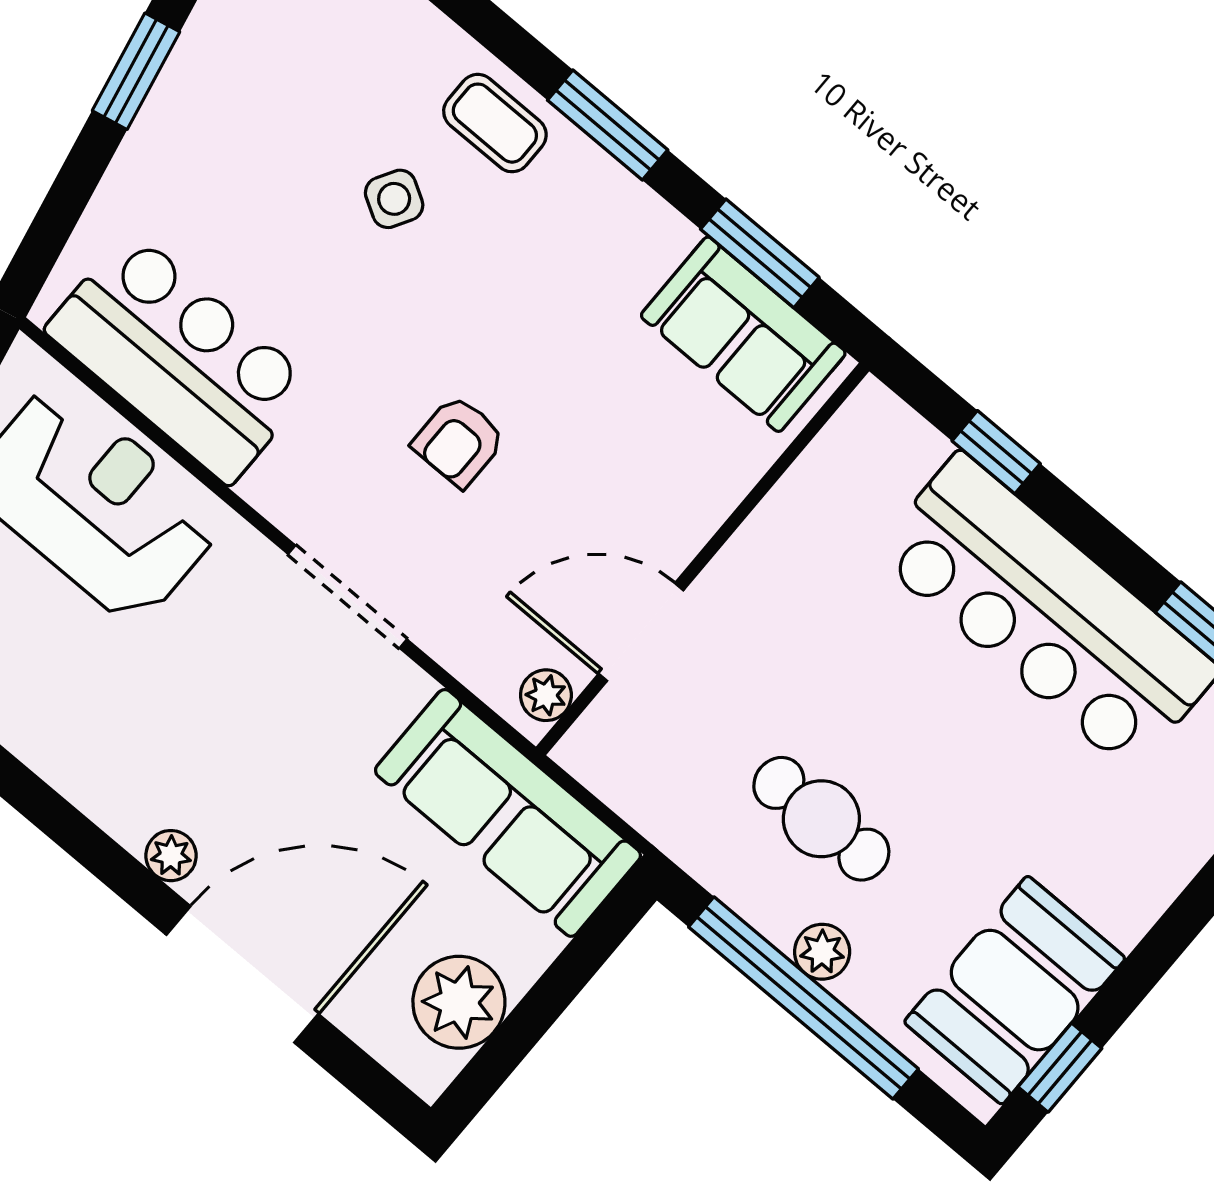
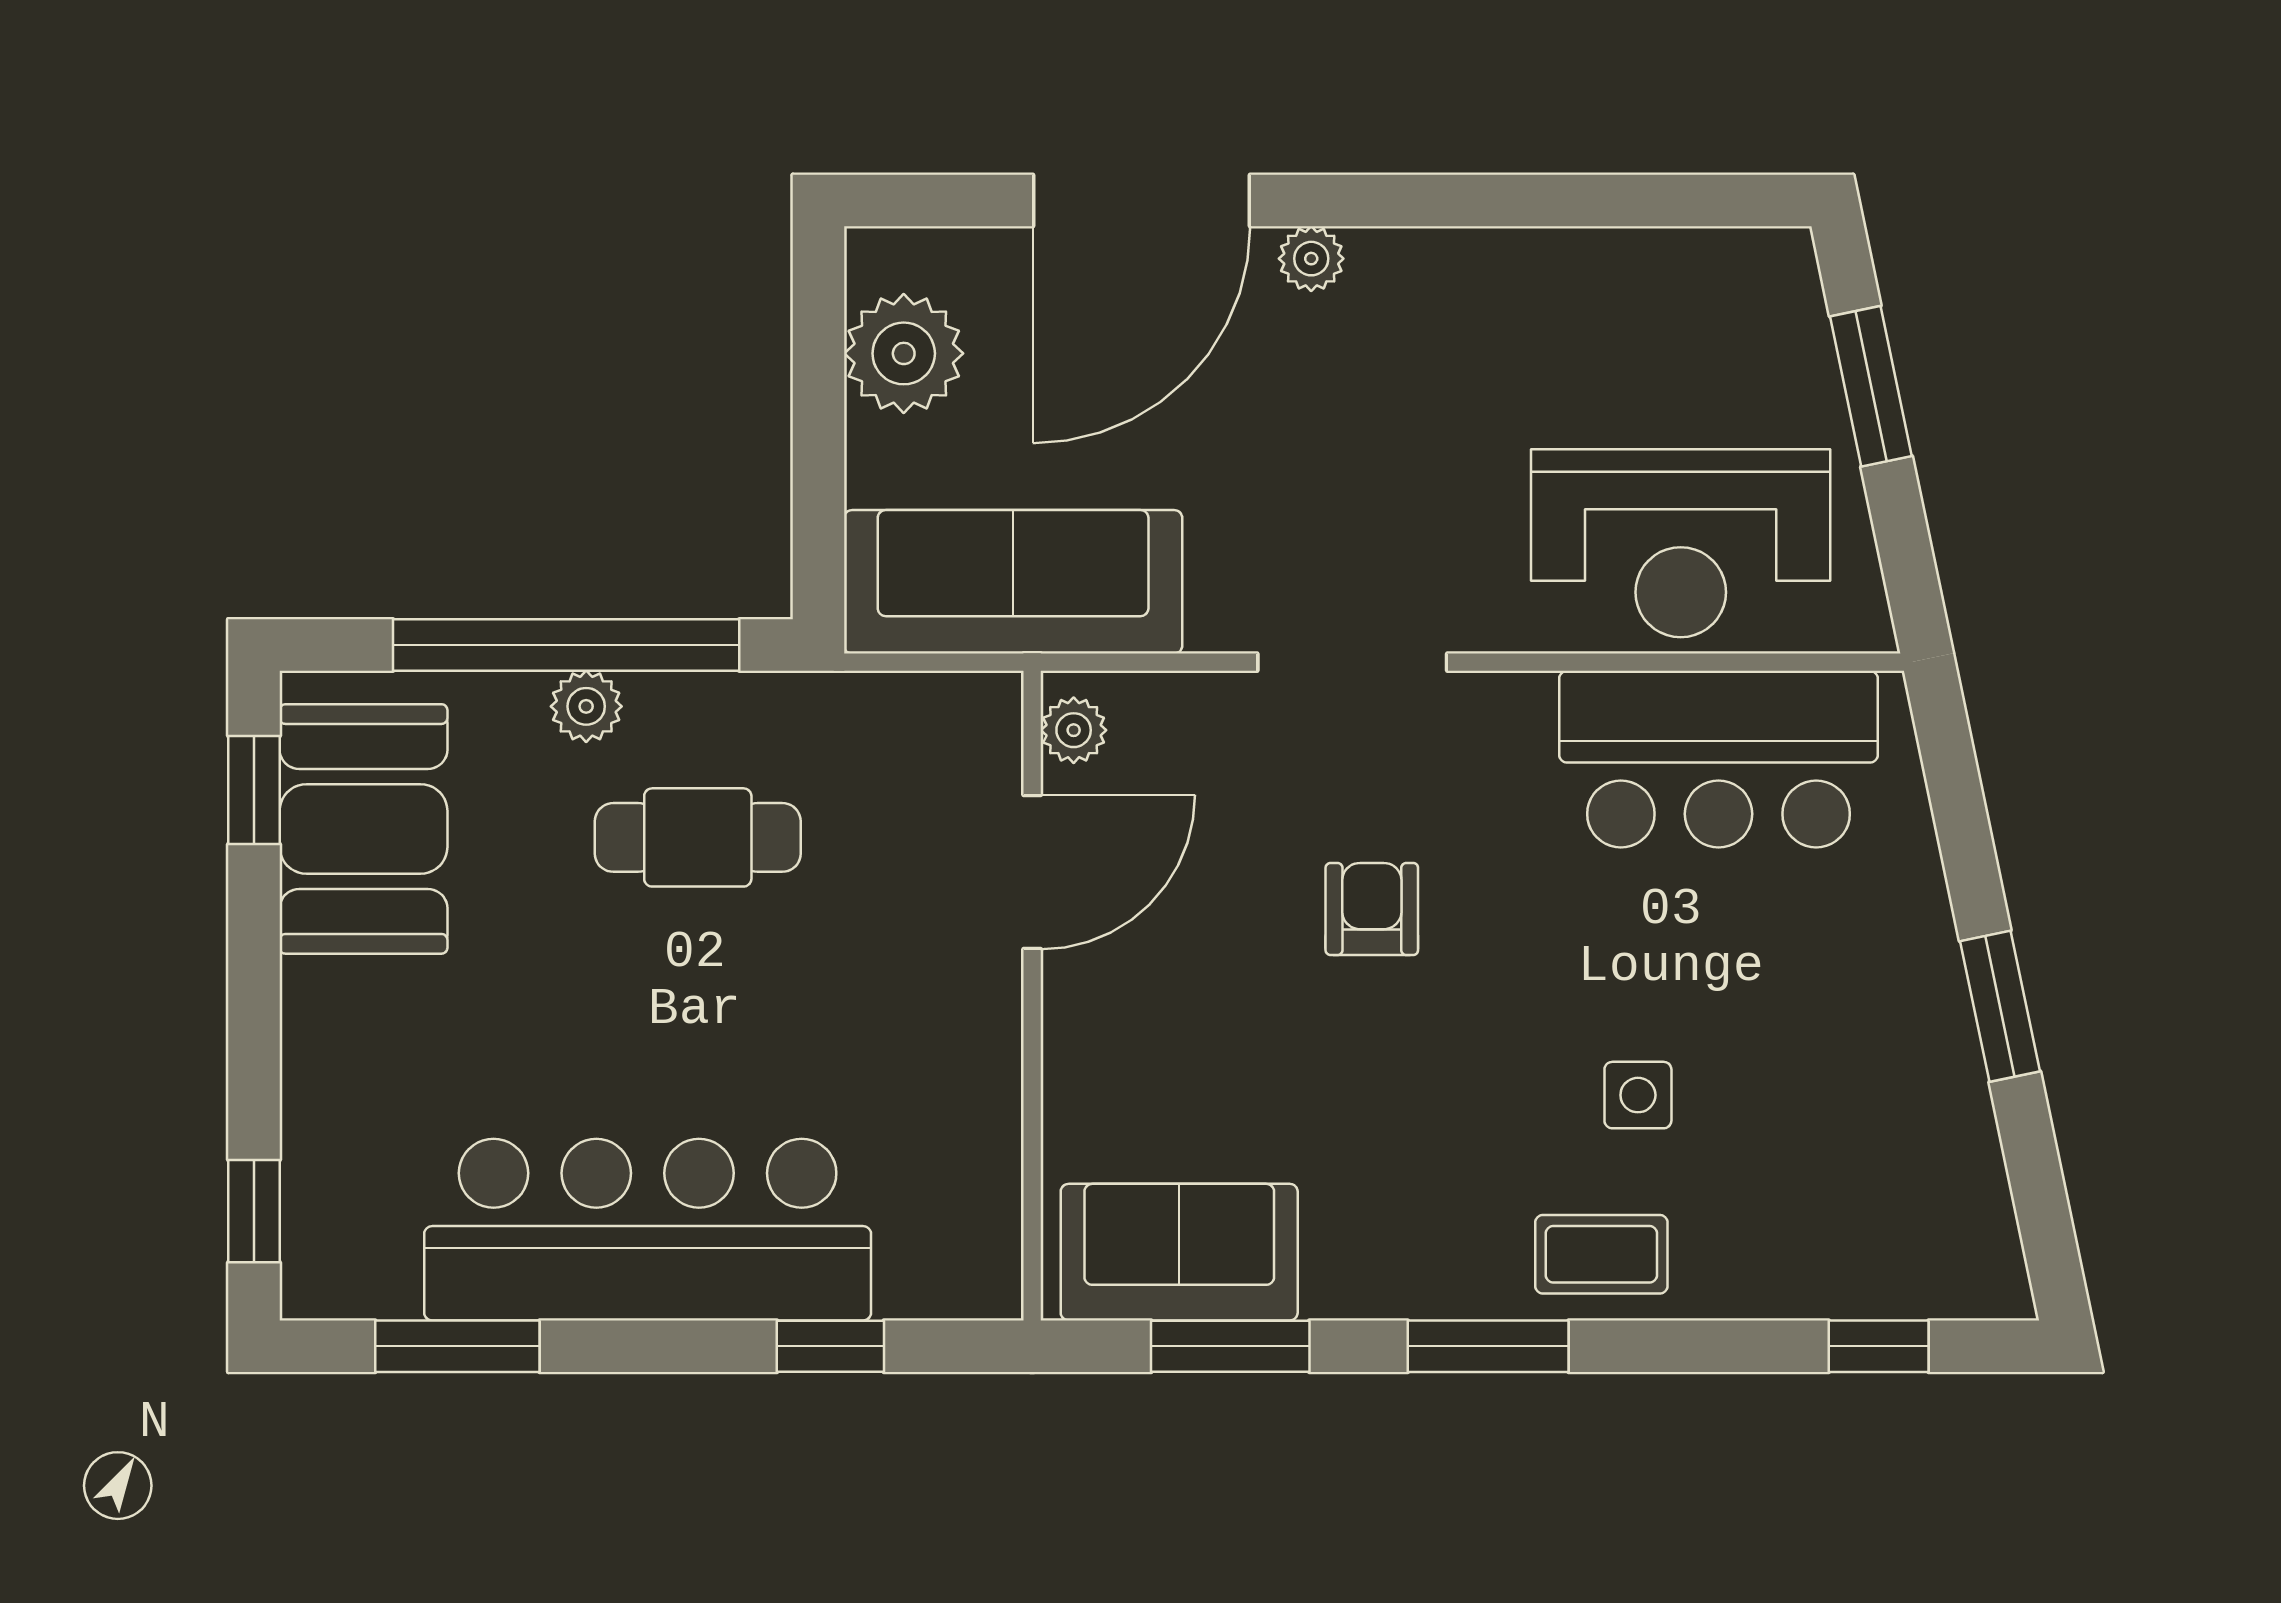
side table: (394, 199) -> (1638, 1095), turned -30

